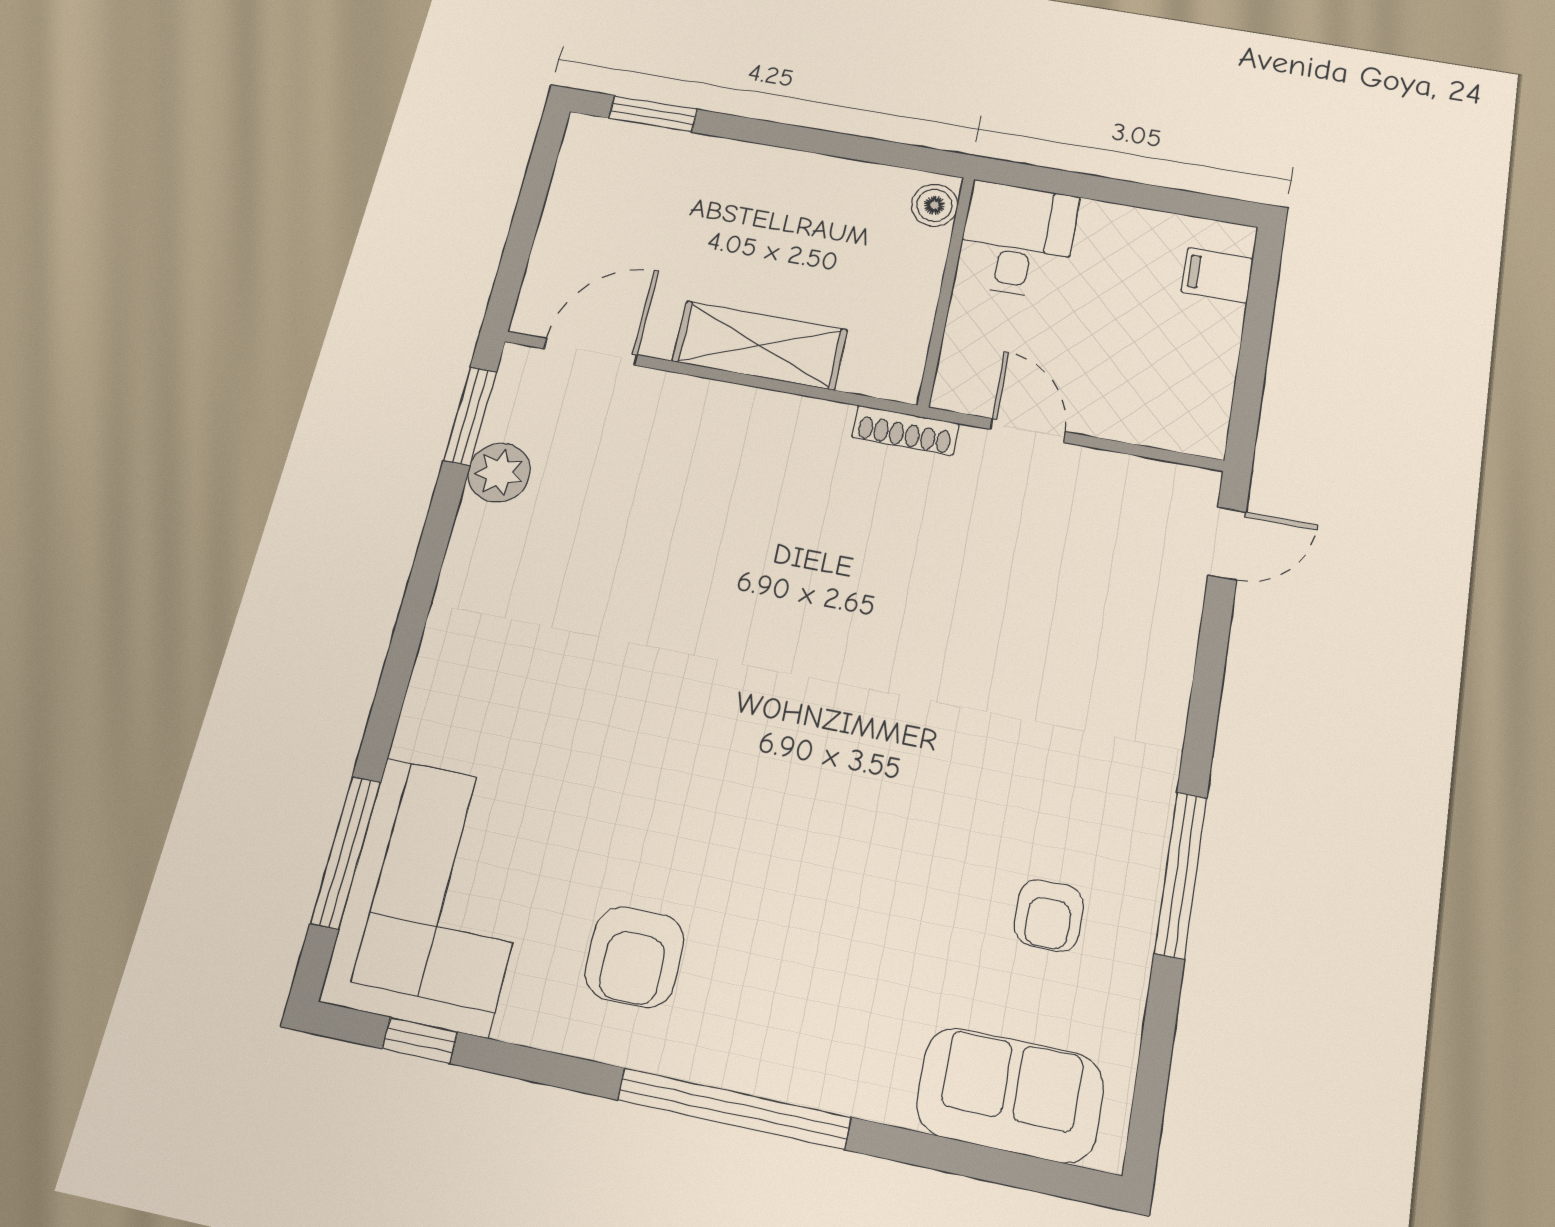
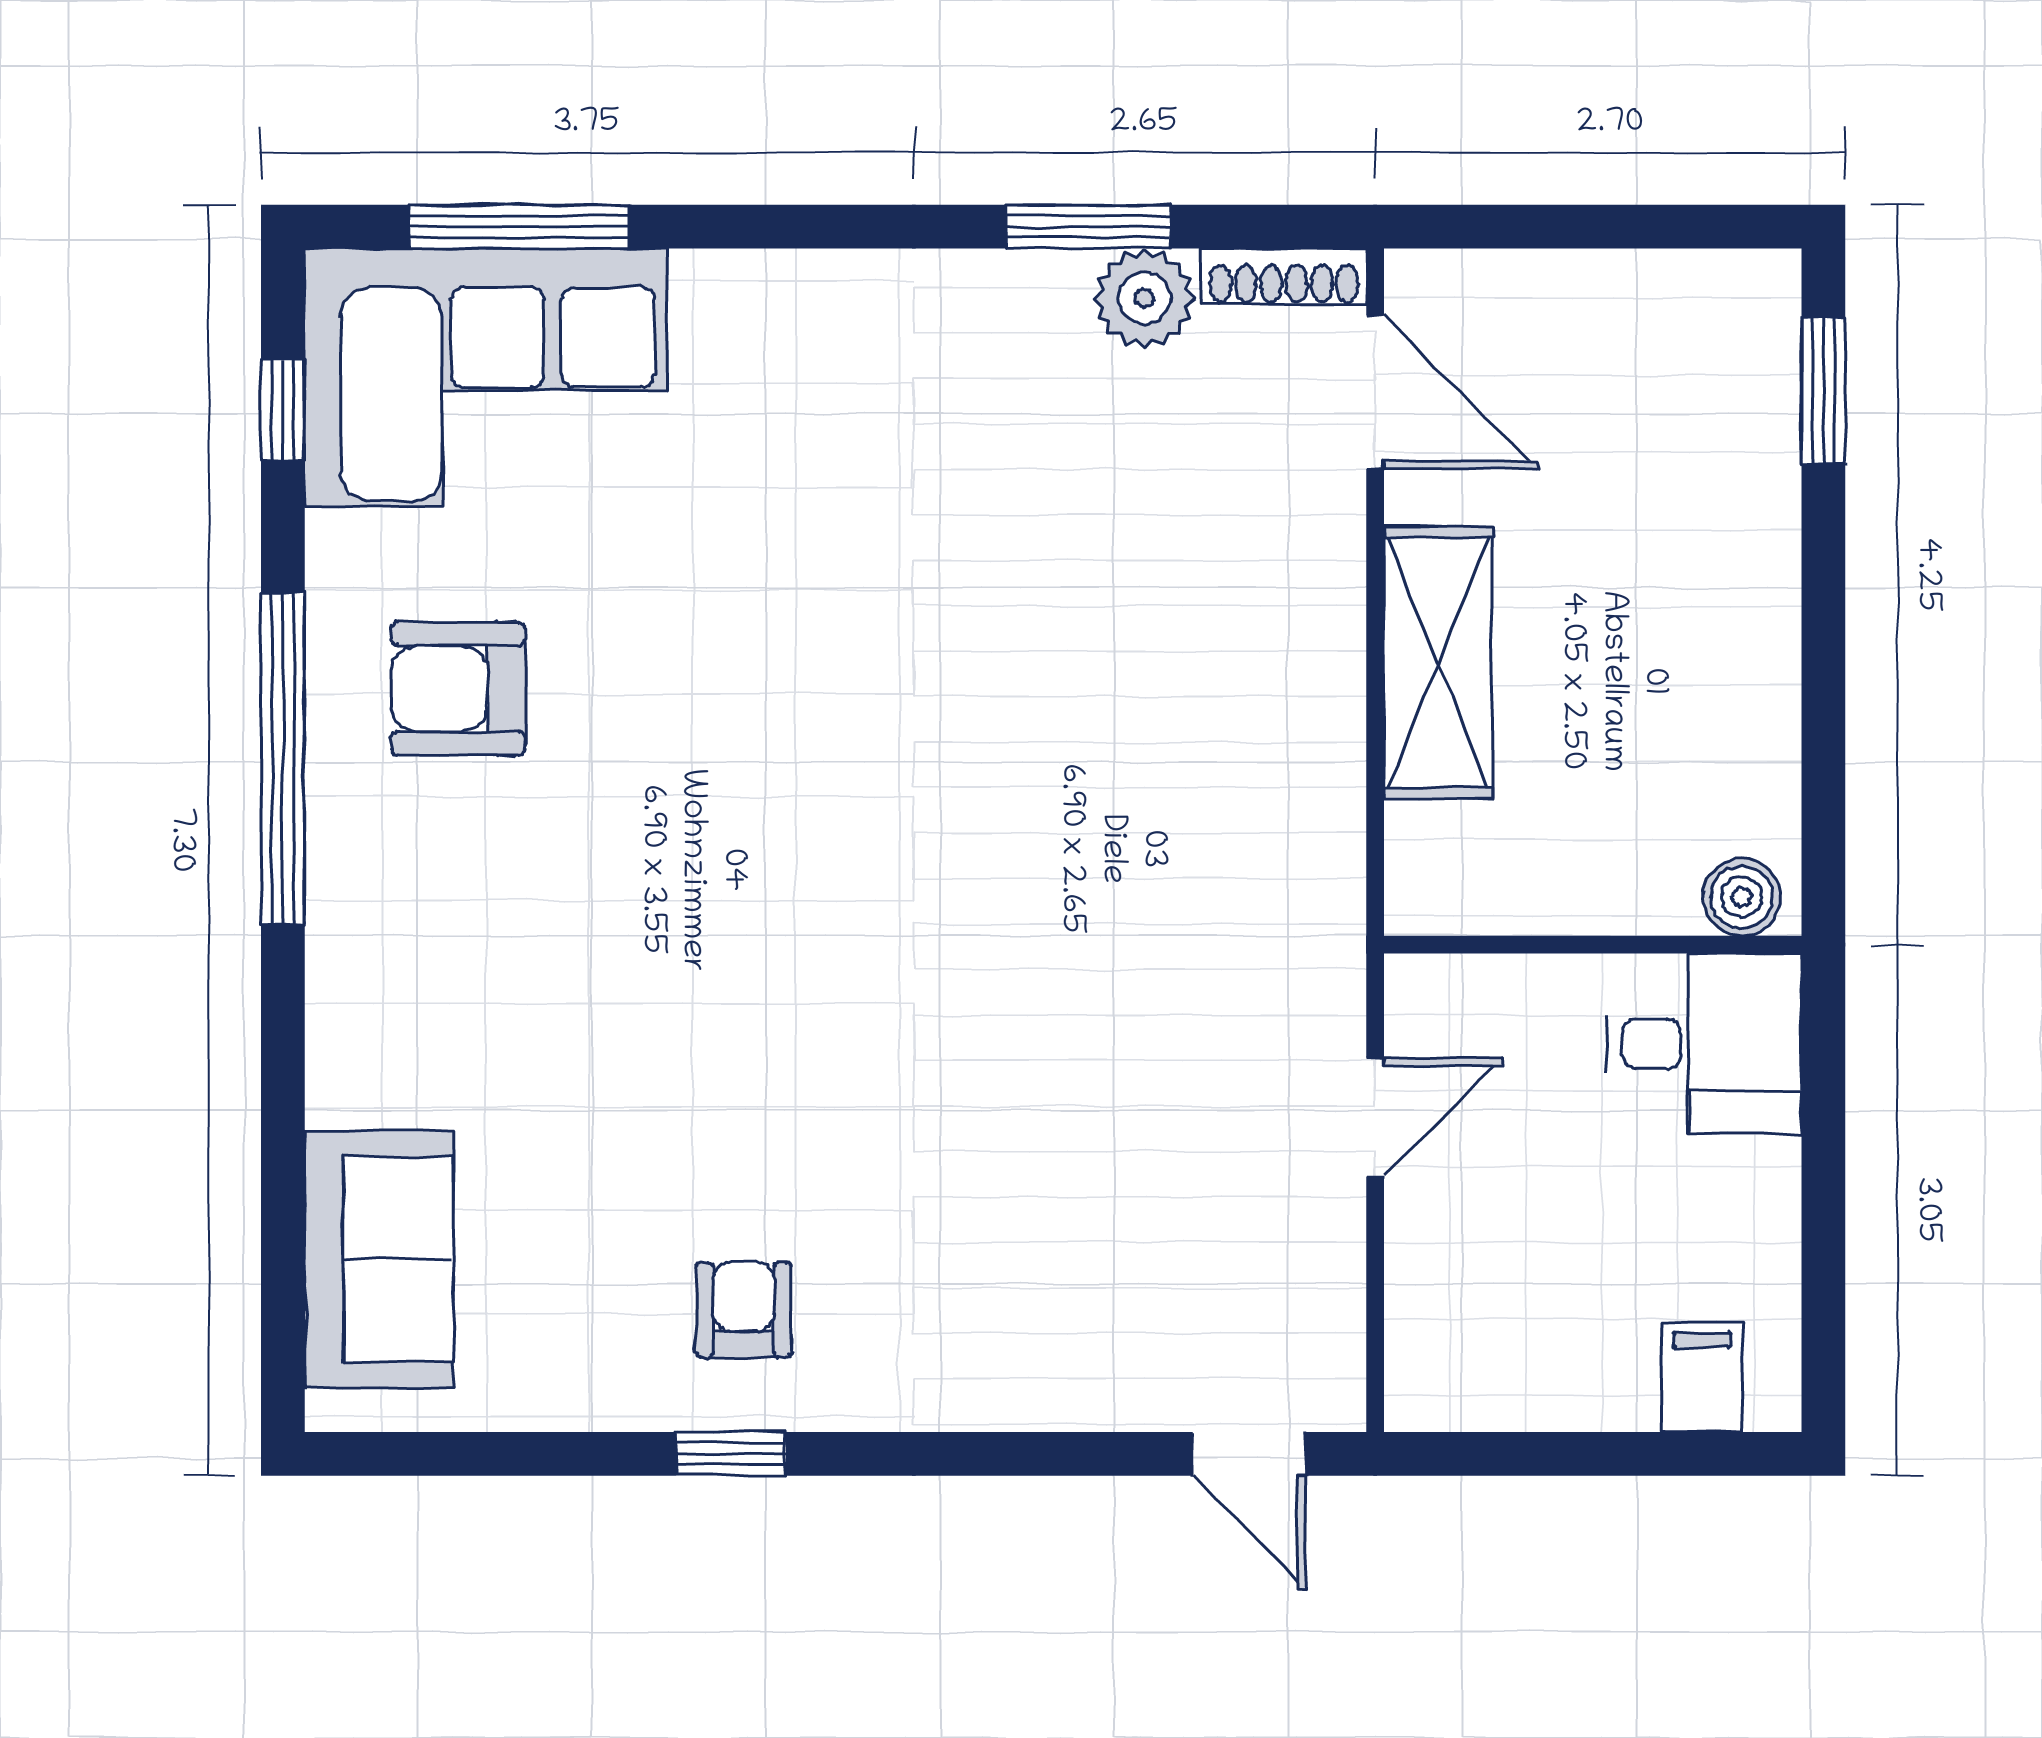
window: (470, 416) -> (1088, 227), moved
shoe rack: (905, 430) -> (1284, 276), moved, turned -90
window: (1181, 875) -> (731, 1454), width x0.46
armchair: (1049, 915) -> (744, 1310), moved, turned 90
window: (734, 1109) -> (283, 758), moved

